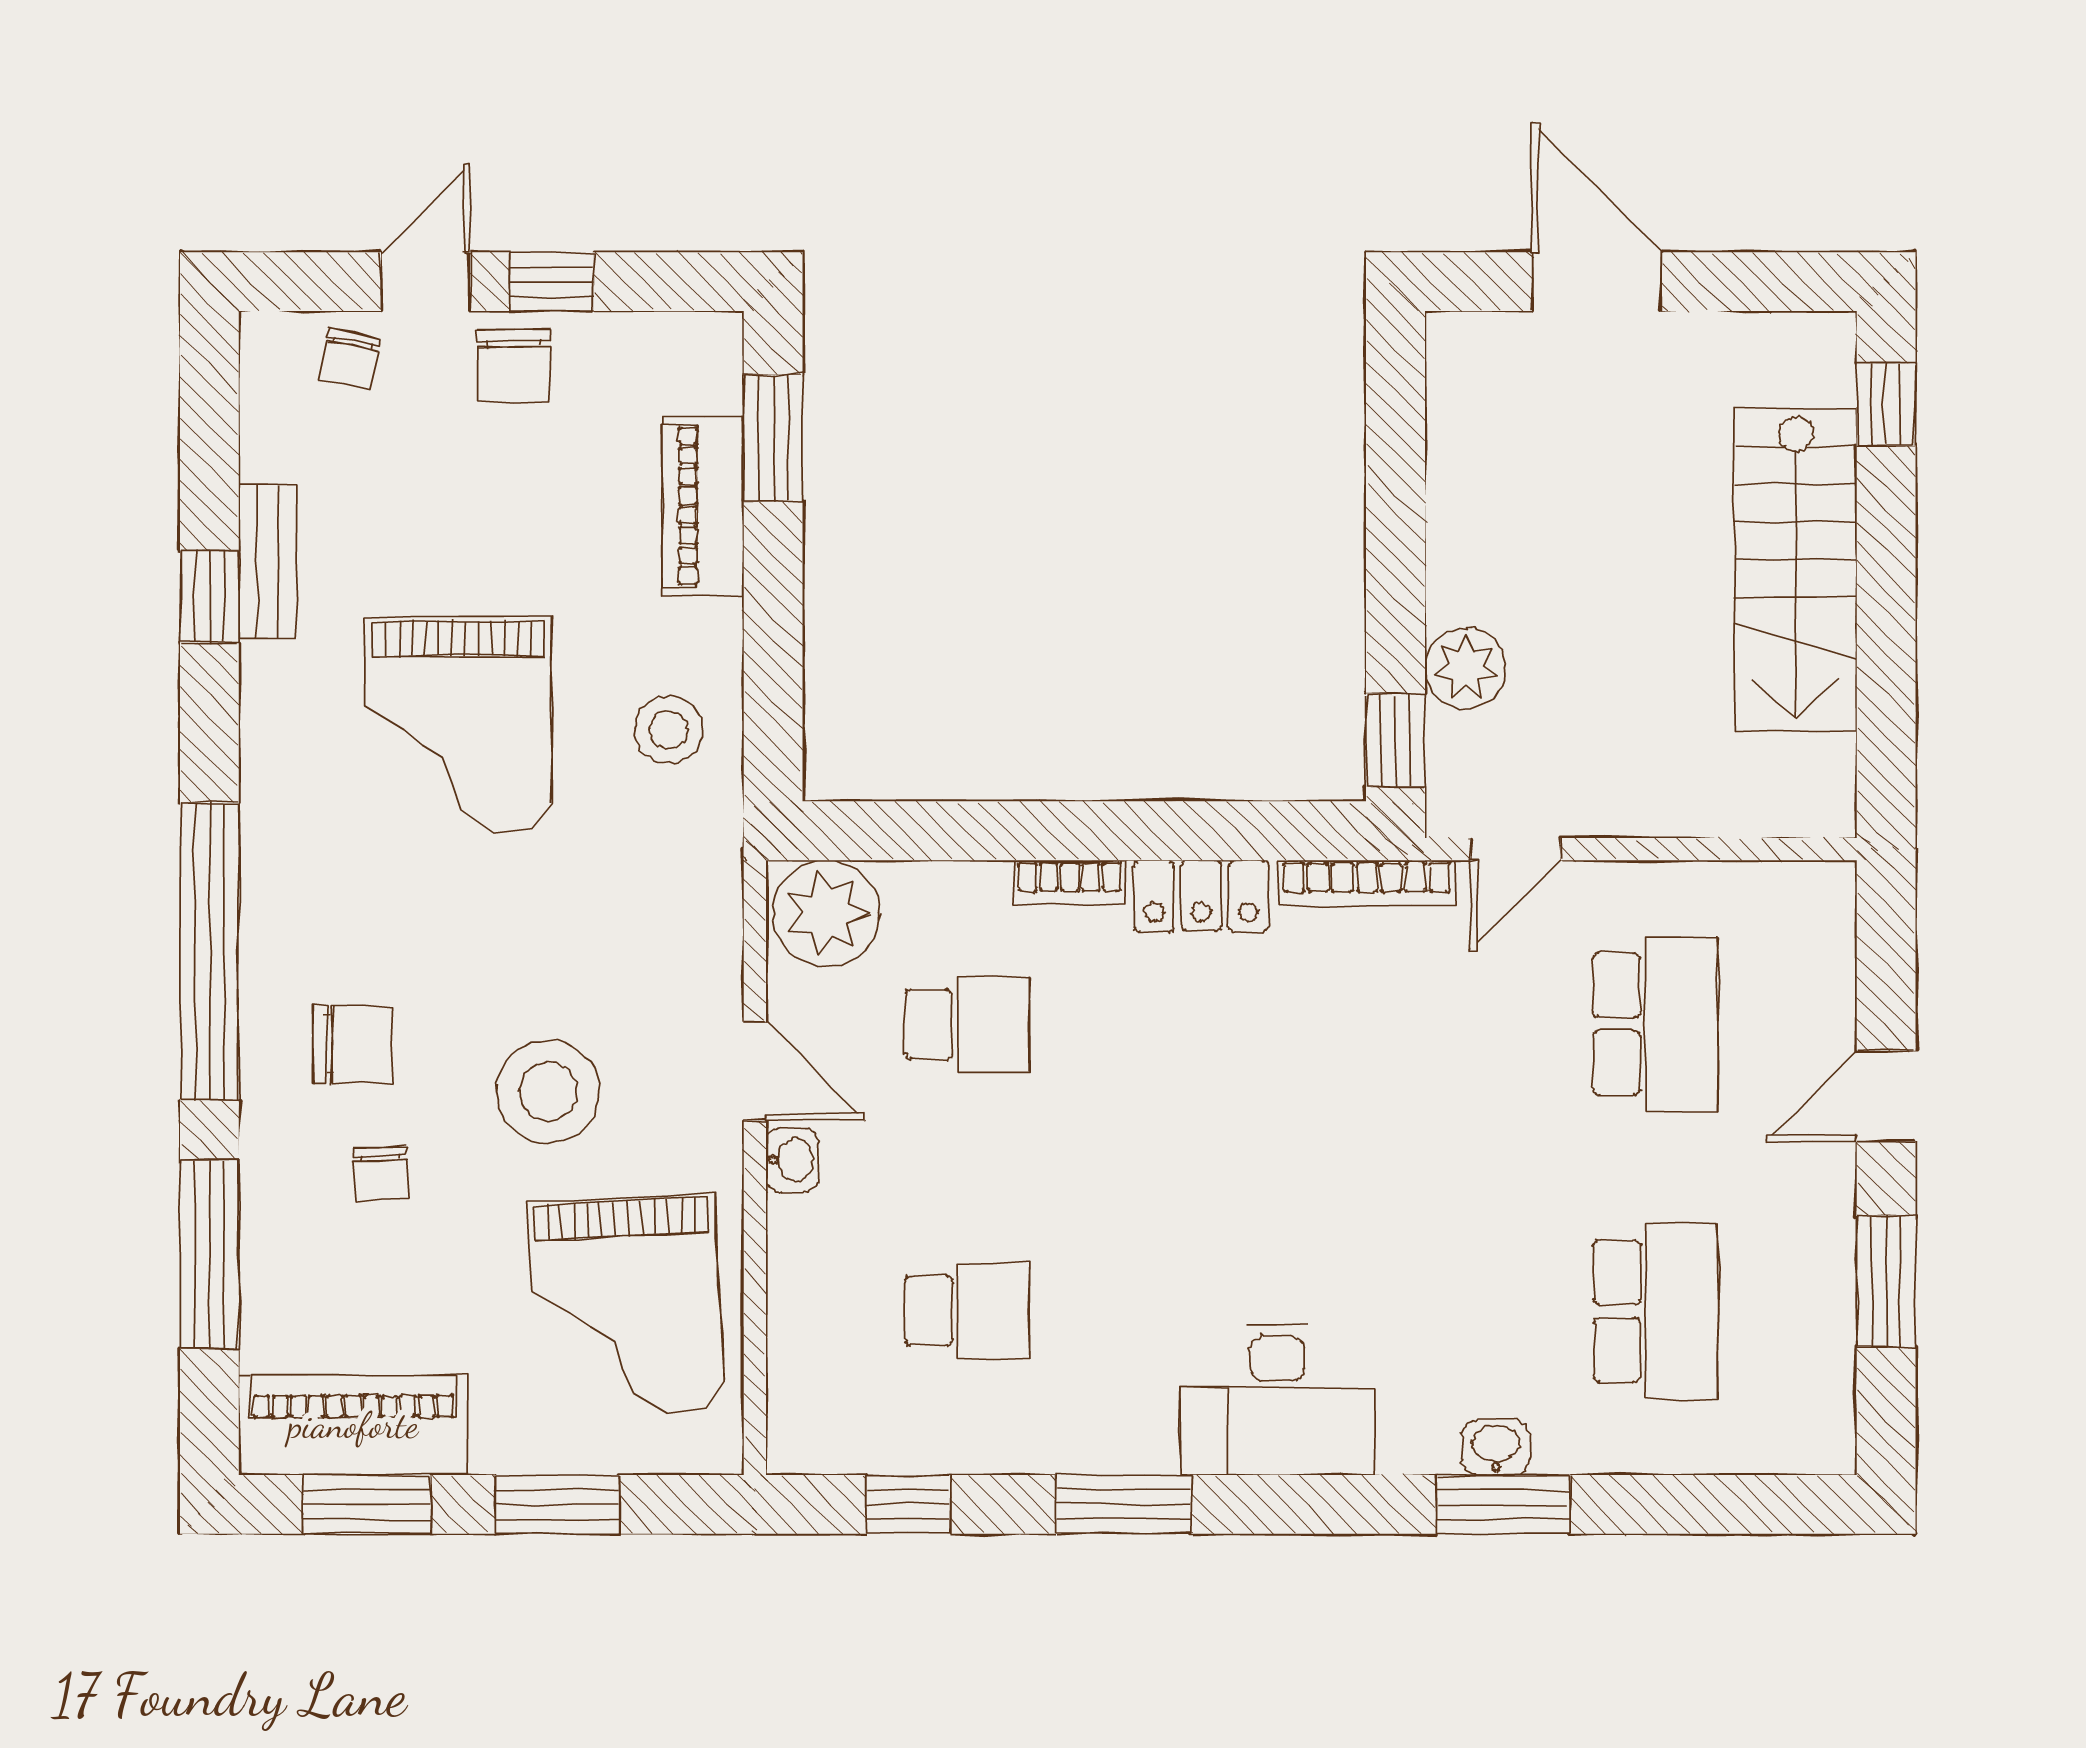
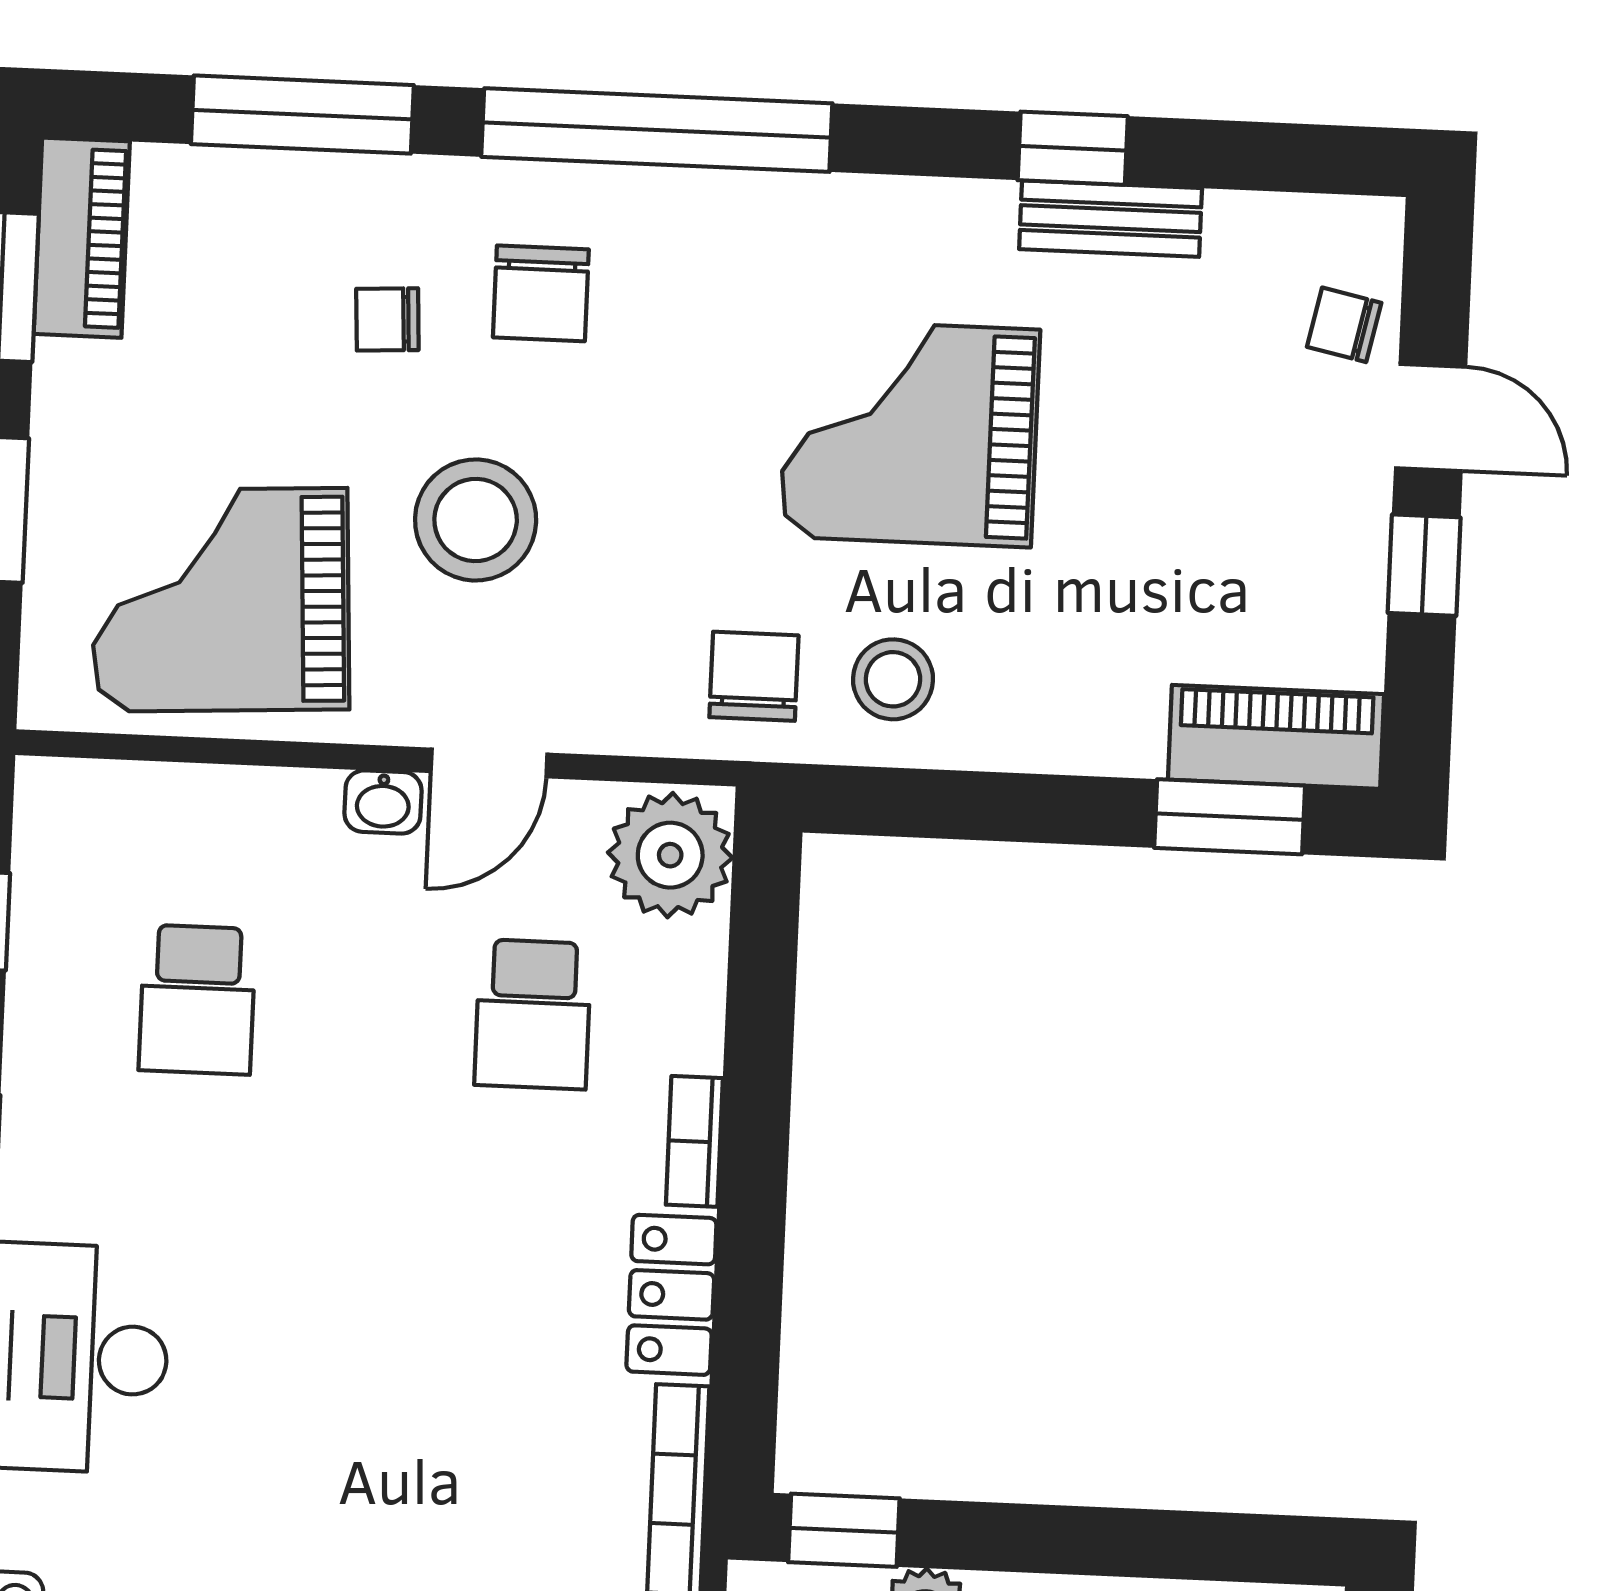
chair: (514, 366) -> (754, 676), moved, turned 90
piano: (703, 506) -> (1276, 737), moved
piano: (353, 1425) -> (82, 238), width x0.73, depth x0.75

